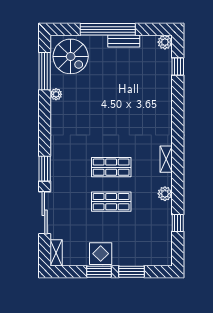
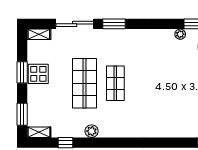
shelving: (166, 159) -> (39, 132), moved
shop shelf: (111, 202) -> (85, 83), width x1.43, depth x1.36
window: (131, 272) -> (22, 114), moved

